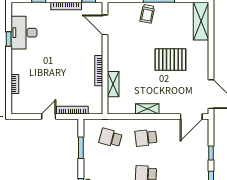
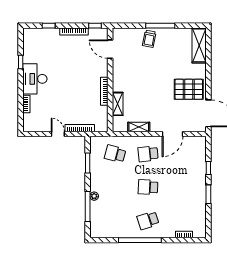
desk: (24, 33) -> (35, 79), moved
pallet: (170, 60) -> (189, 89), moved
shelving: (147, 109) -> (139, 127), moved
door: (49, 116) -> (58, 134), hinge flipped
door: (191, 116) -> (172, 134), moved

